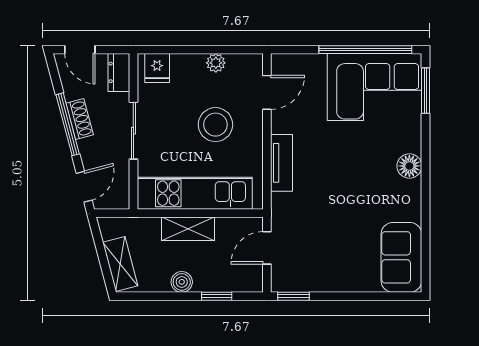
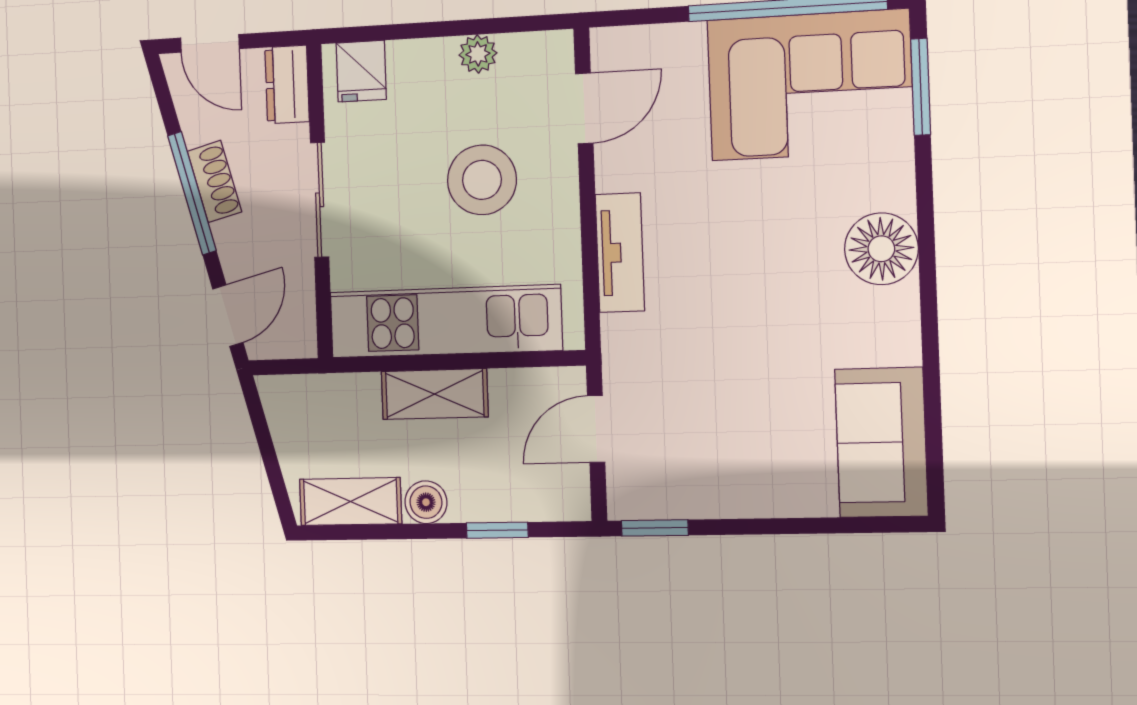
floor lamp: (409, 166) -> (881, 249), width x1.38, depth x1.38
shelving: (120, 264) -> (351, 502), moved, turned -75

